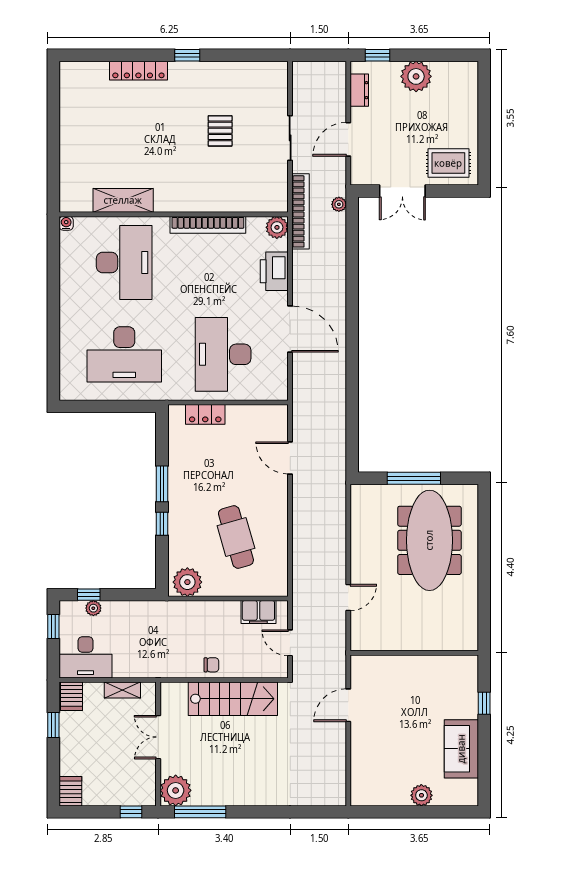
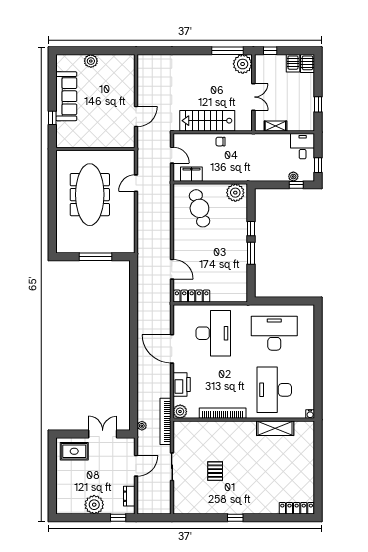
locker: (138, 71) -> (297, 508), moved
locker: (205, 414) -> (192, 296), moved, width x1.53
cafe table: (236, 537) -> (199, 208), moved
meeting table: (429, 540) -> (90, 195), moved
desk: (86, 657) -> (303, 146), width x0.73
server rack: (71, 696) -> (293, 63), moved, turned 180
sofa: (461, 749) -> (66, 96), width x1.36

